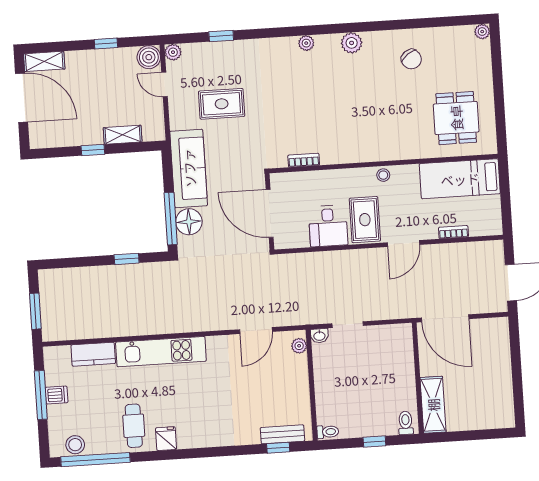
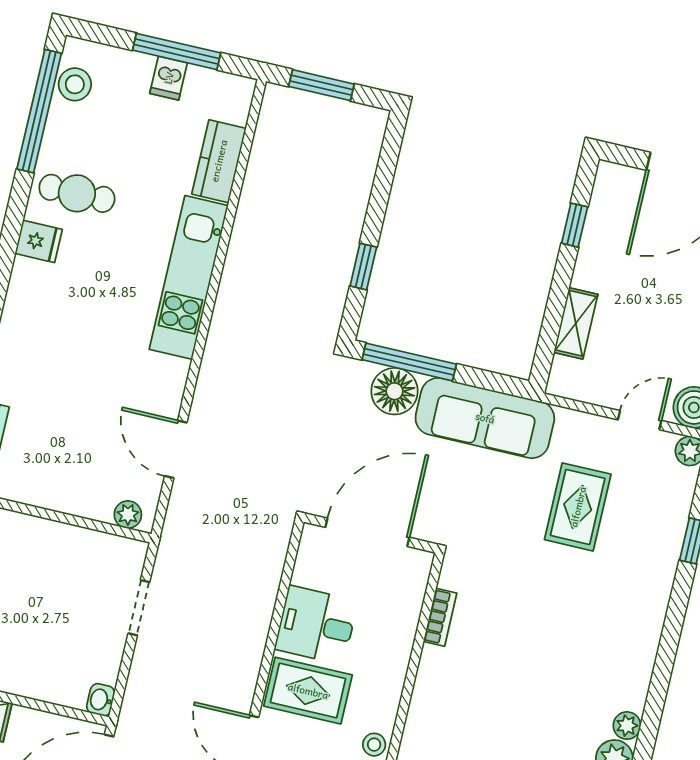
plant: (306, 43) -> (627, 726), moved
window: (93, 150) -> (575, 225), moved
washbasin: (319, 336) -> (101, 700), moved

